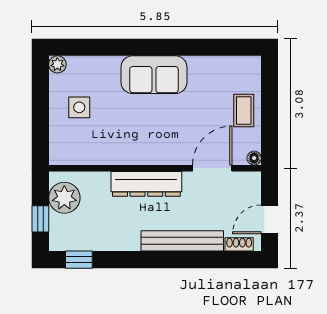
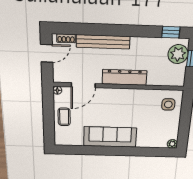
sofa: (154, 75) -> (110, 137), width x1.36
side table: (79, 107) -> (168, 104), moved
plant: (64, 198) -> (178, 54), moved

